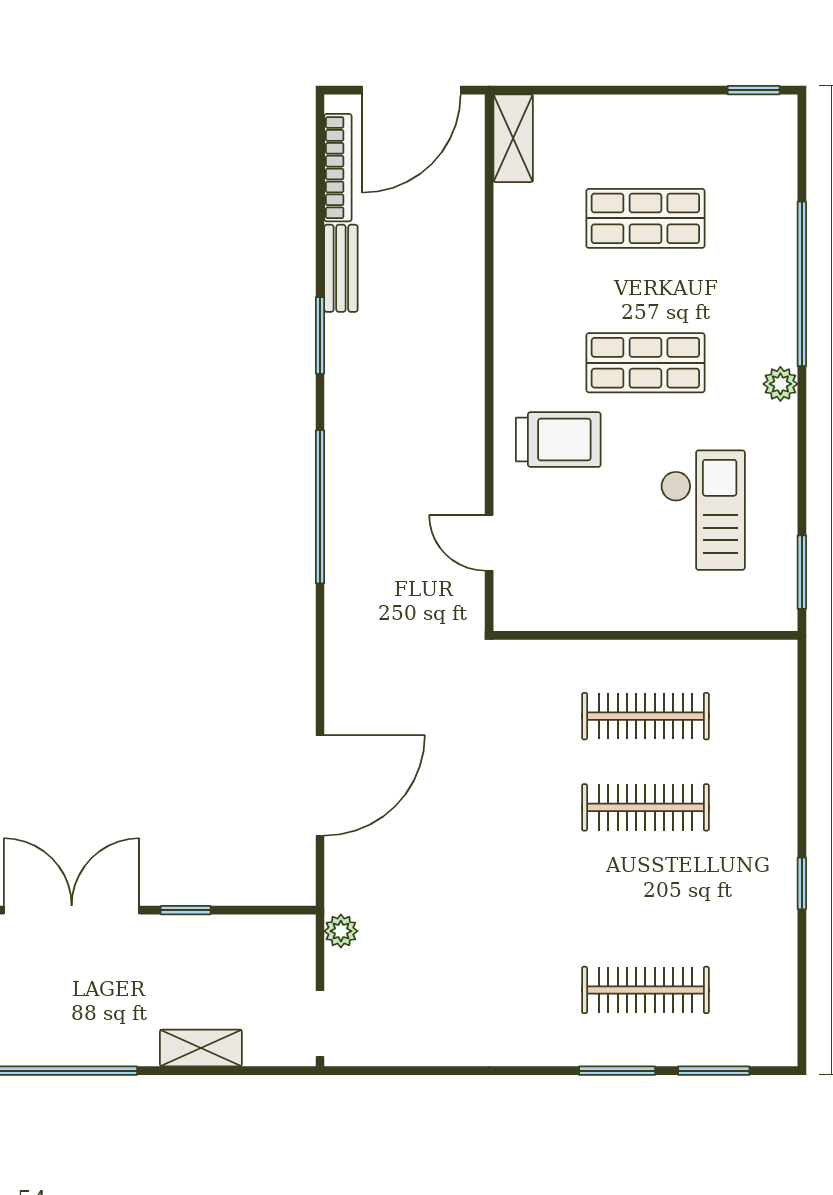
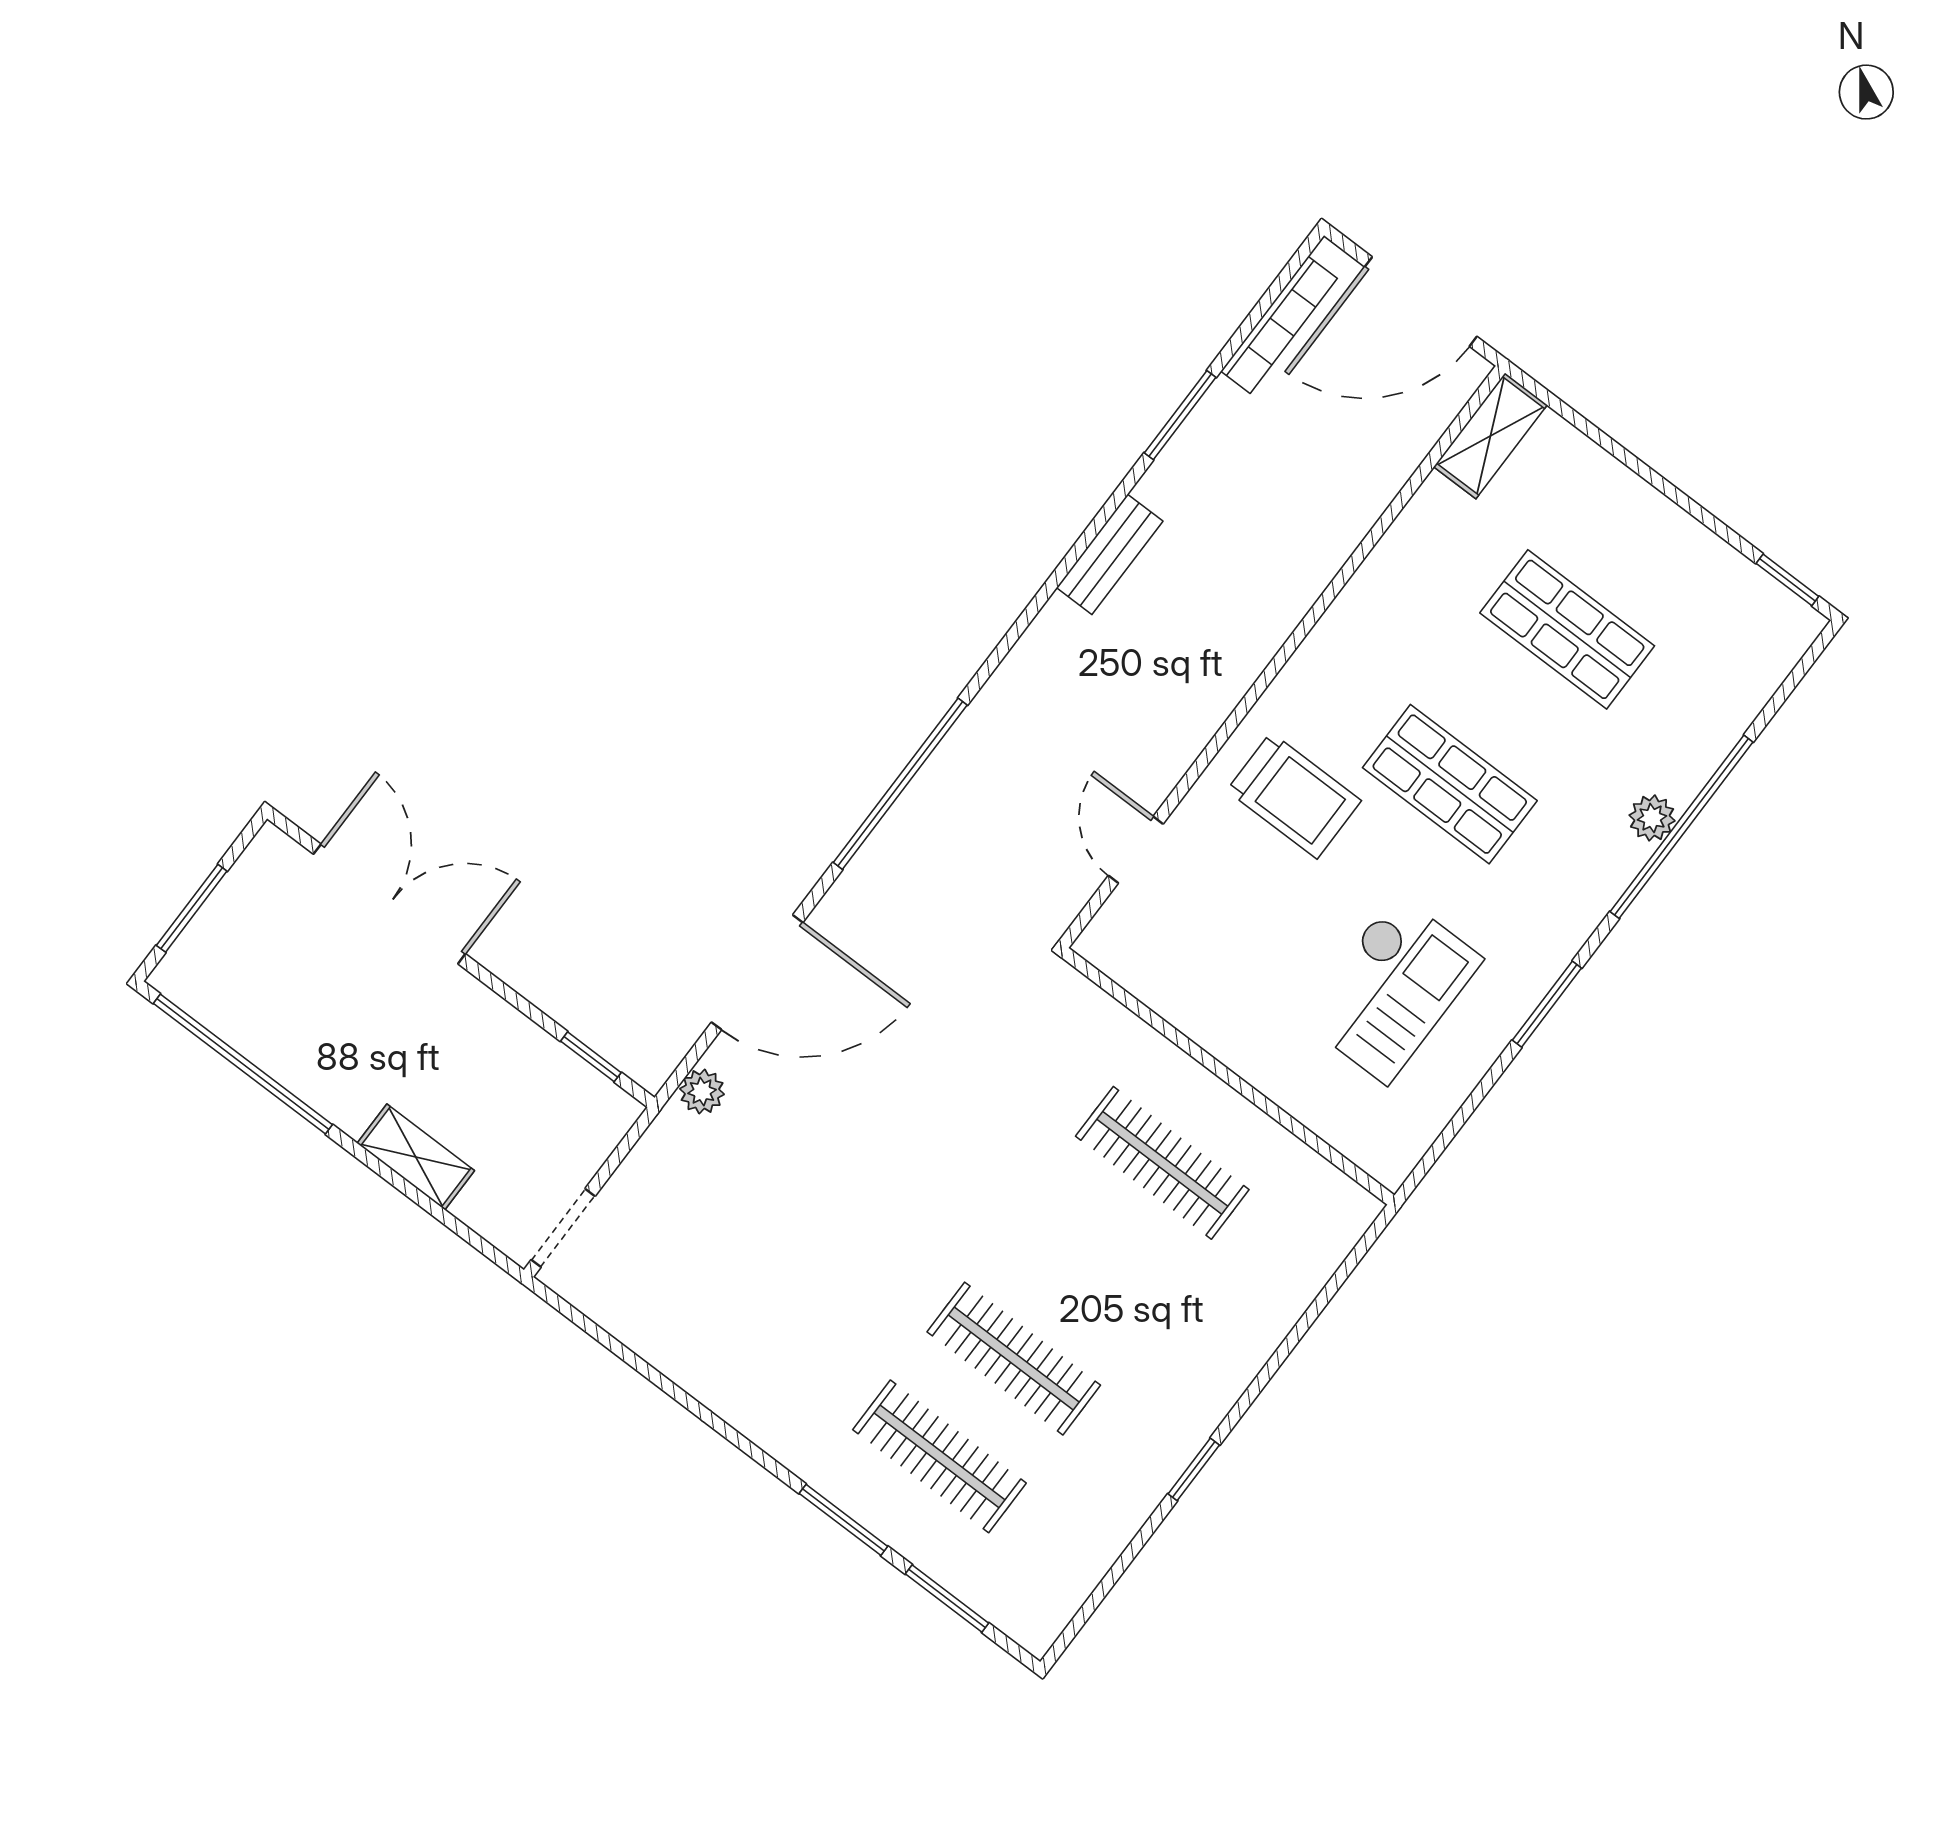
bench: (341, 268) -> (1110, 554), moved
window: (320, 335) -> (1180, 415), moved
plant: (780, 384) -> (1652, 818), moved
window: (320, 507) -> (900, 784), moved
window: (802, 572) -> (1547, 1004), moved
clothes rail: (645, 807) -> (1014, 1359), moved
window: (186, 910) -> (591, 1057), moved
plant: (341, 931) -> (702, 1092), moved

